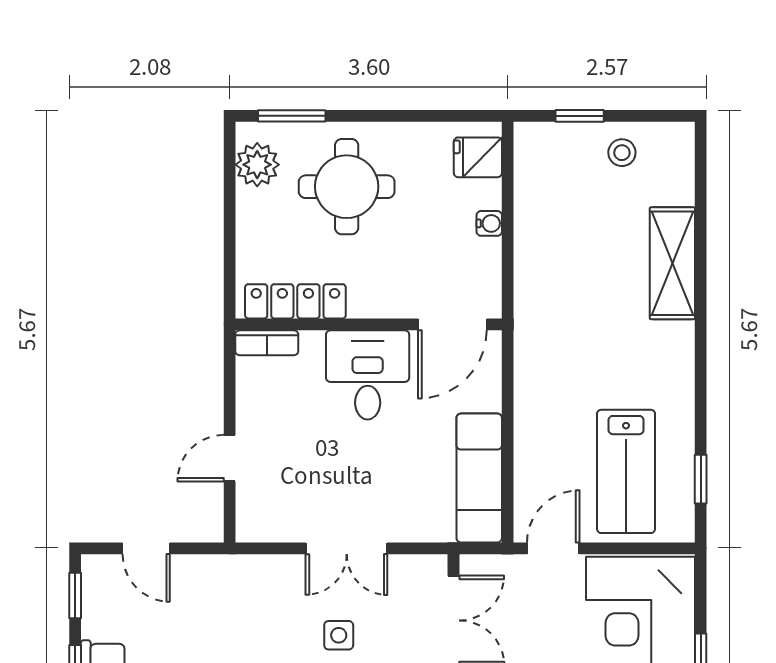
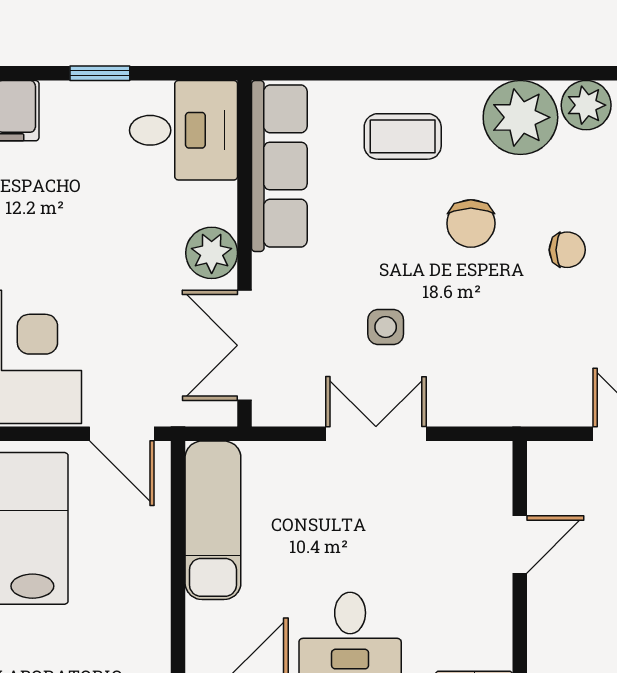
door: (553, 548) -> (122, 434), hinge flipped

